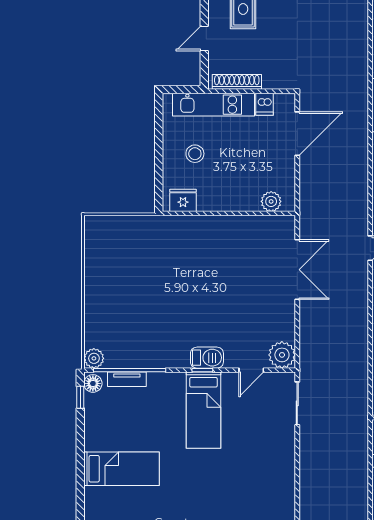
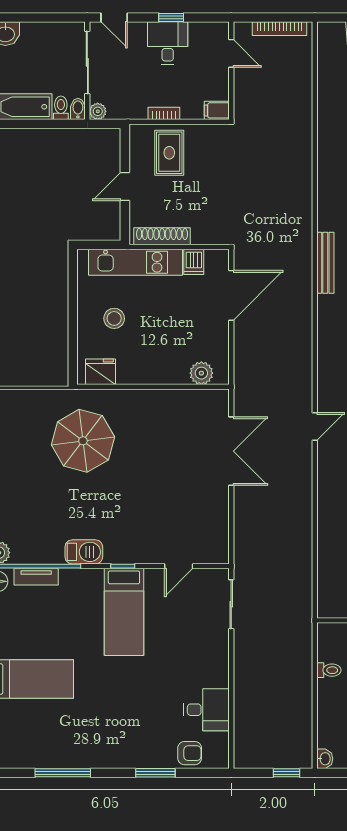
parasol: (168, 261) -> (83, 441), added
plant: (282, 355) -> (214, 549), removed
barbecue: (207, 358) -> (84, 552), moved
desk: (276, 496) -> (206, 710), added

